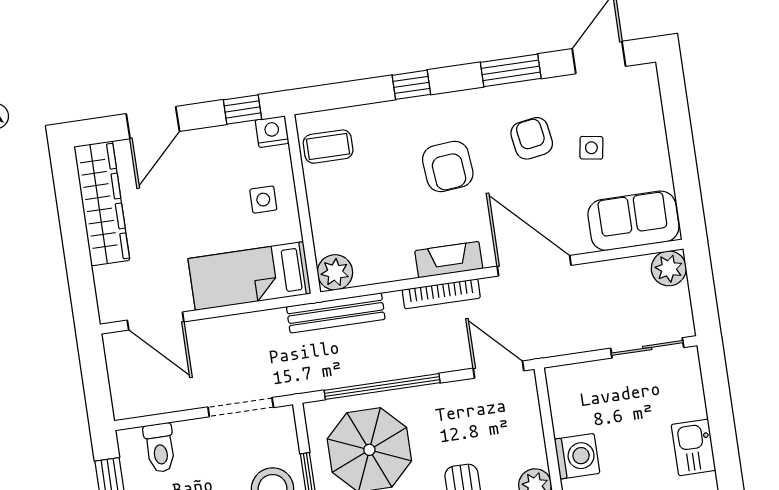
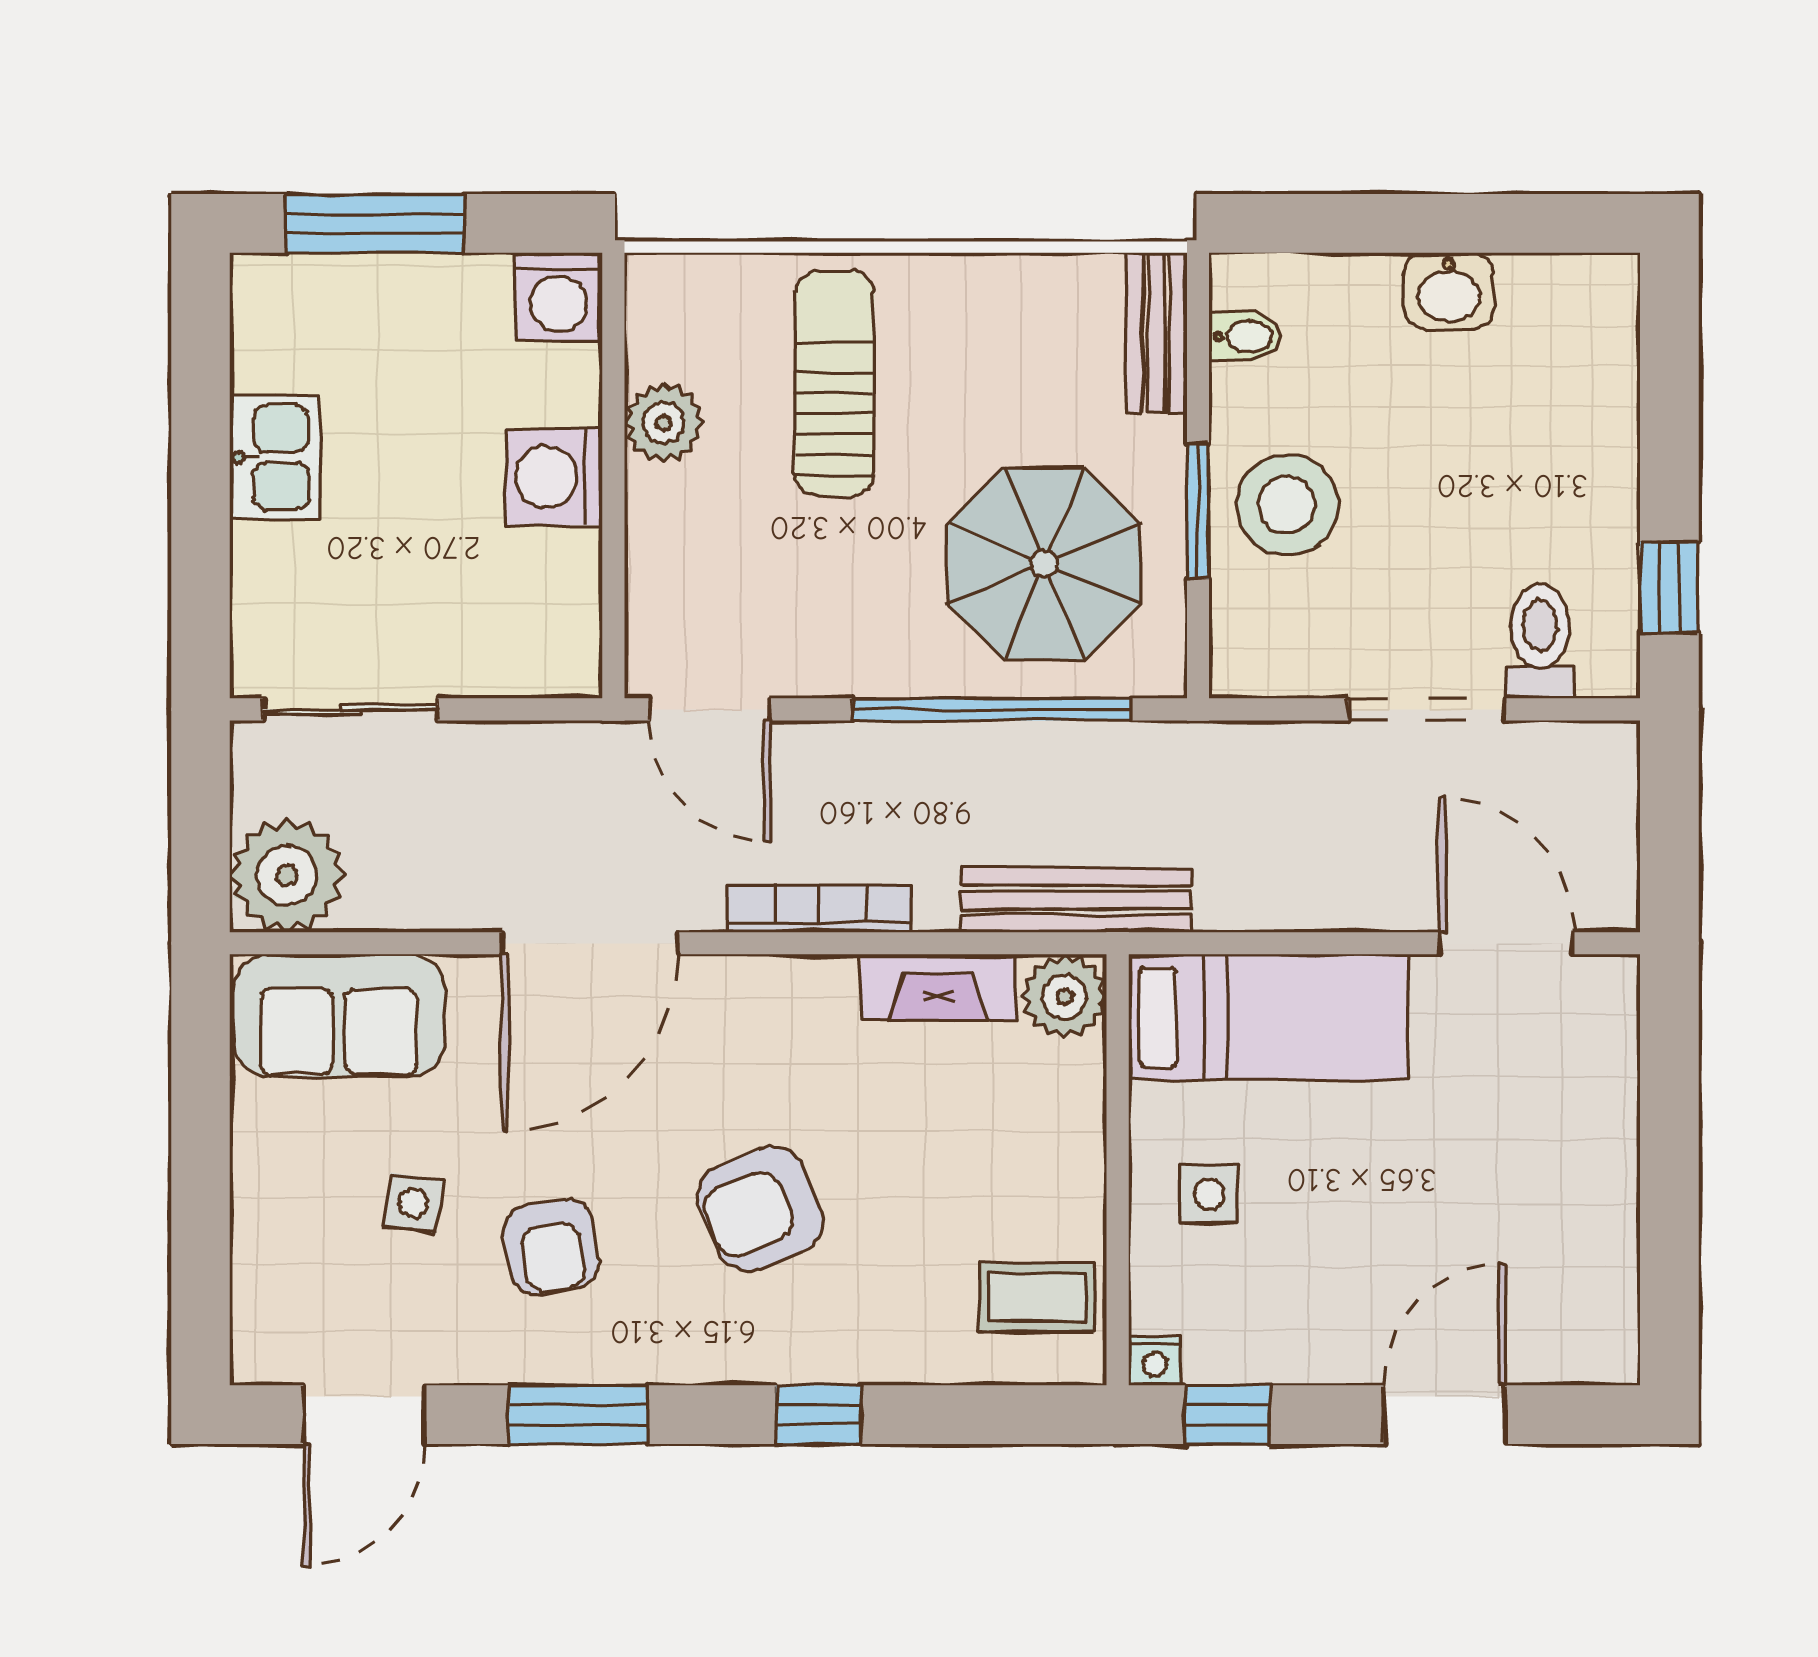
nightstand: (272, 132) -> (1155, 1361), width x0.72, depth x0.74
armchair: (448, 166) -> (760, 1209), turned -108
wardrobe: (102, 203) -> (1593, 1241), removed
fireplace: (449, 260) -> (939, 987), moved
door: (534, 266) -> (590, 943), hinge flipped
plant: (669, 268) -> (287, 875), width x1.36, depth x1.36
doorway: (241, 407) -> (1427, 709), moved

